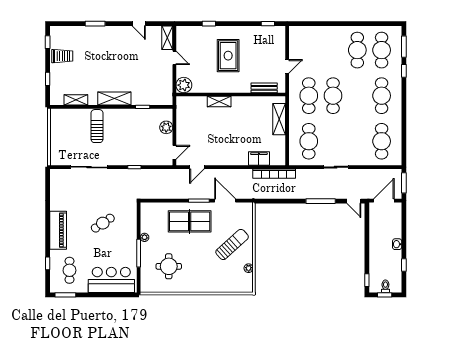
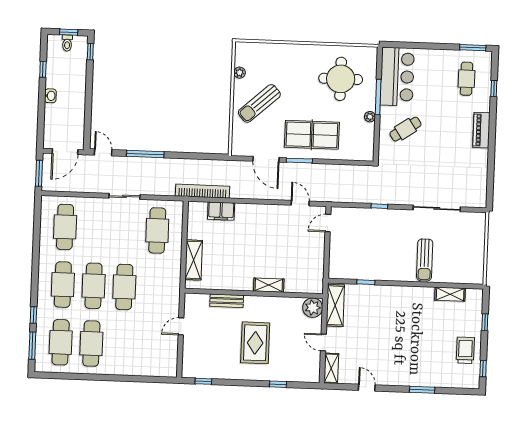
trolley: (62, 56) -> (465, 350), turned 90
bench: (264, 88) -> (227, 301), moved
cafe table: (309, 96) -> (94, 286), moved
shelving: (114, 99) -> (335, 305), moved, turned 90
plant: (166, 127) -> (337, 255), removed
door: (197, 167) -> (300, 203), hinge flipped
cafe table: (103, 223) -> (405, 129), moved
piano: (58, 230) -> (481, 130), width x0.73, depth x0.75
round table: (169, 266) -> (341, 79), width x1.36, depth x1.36
bar counter: (111, 280) -> (397, 77), moved, turned -90

